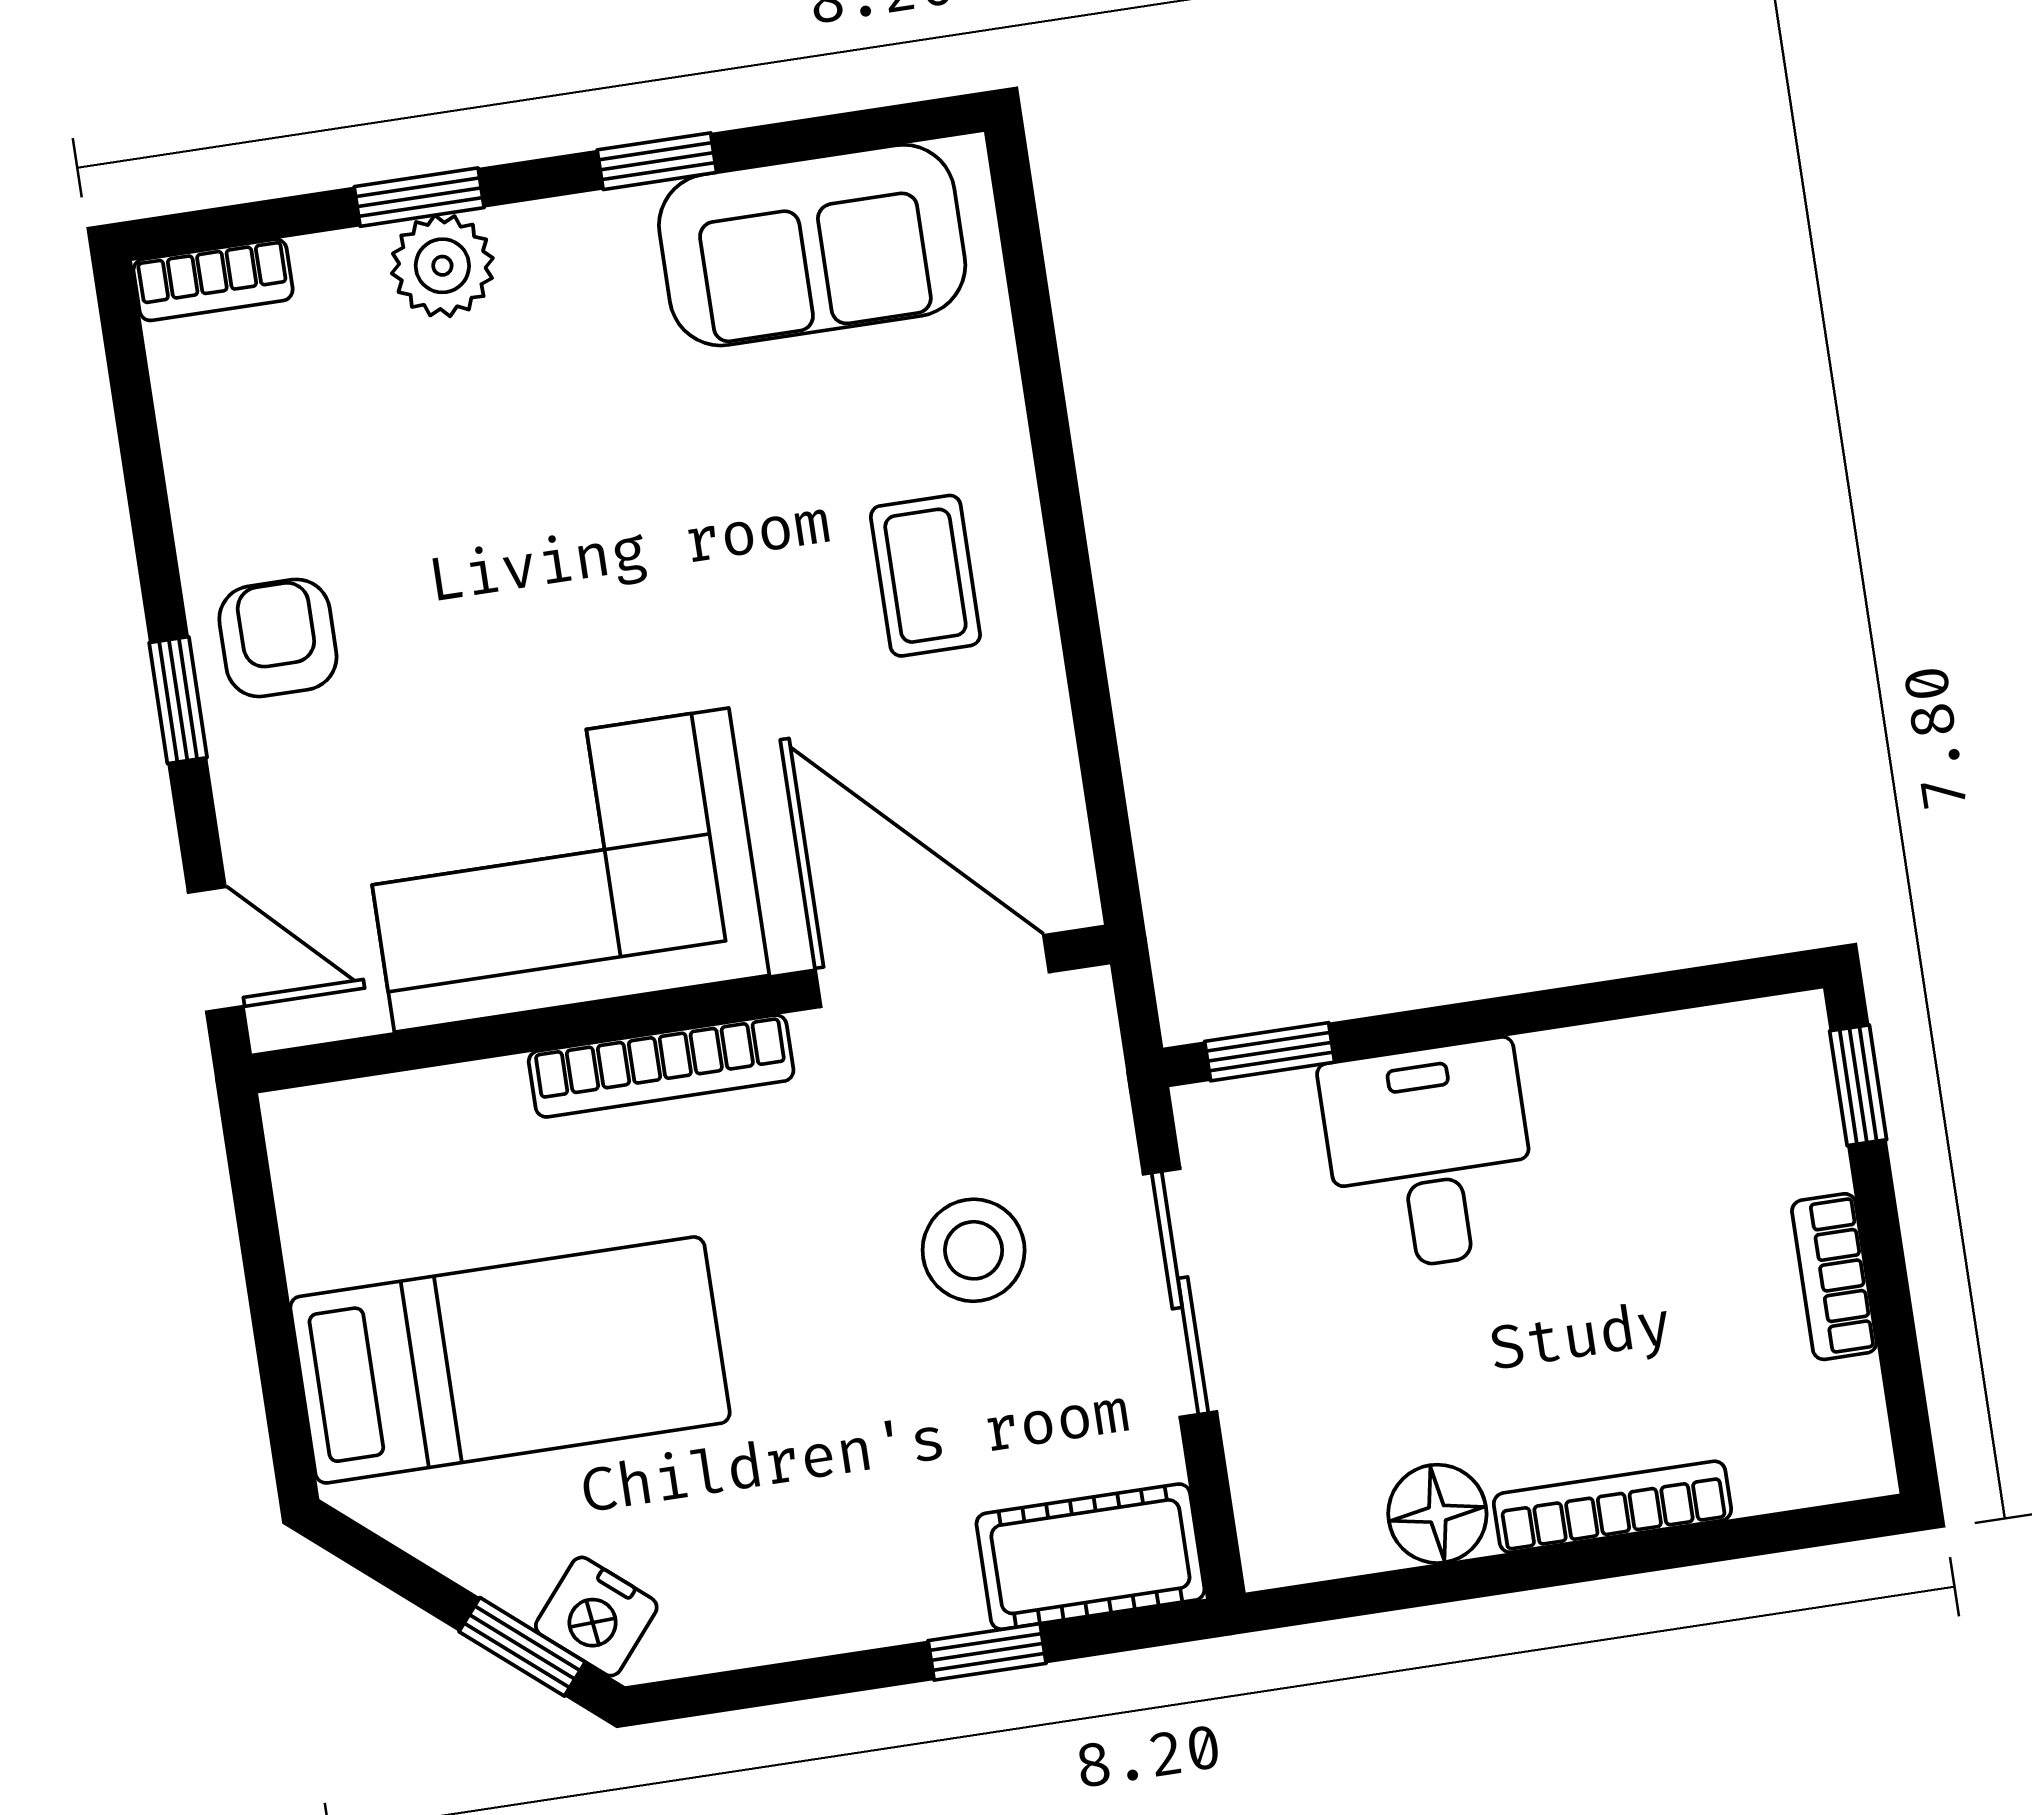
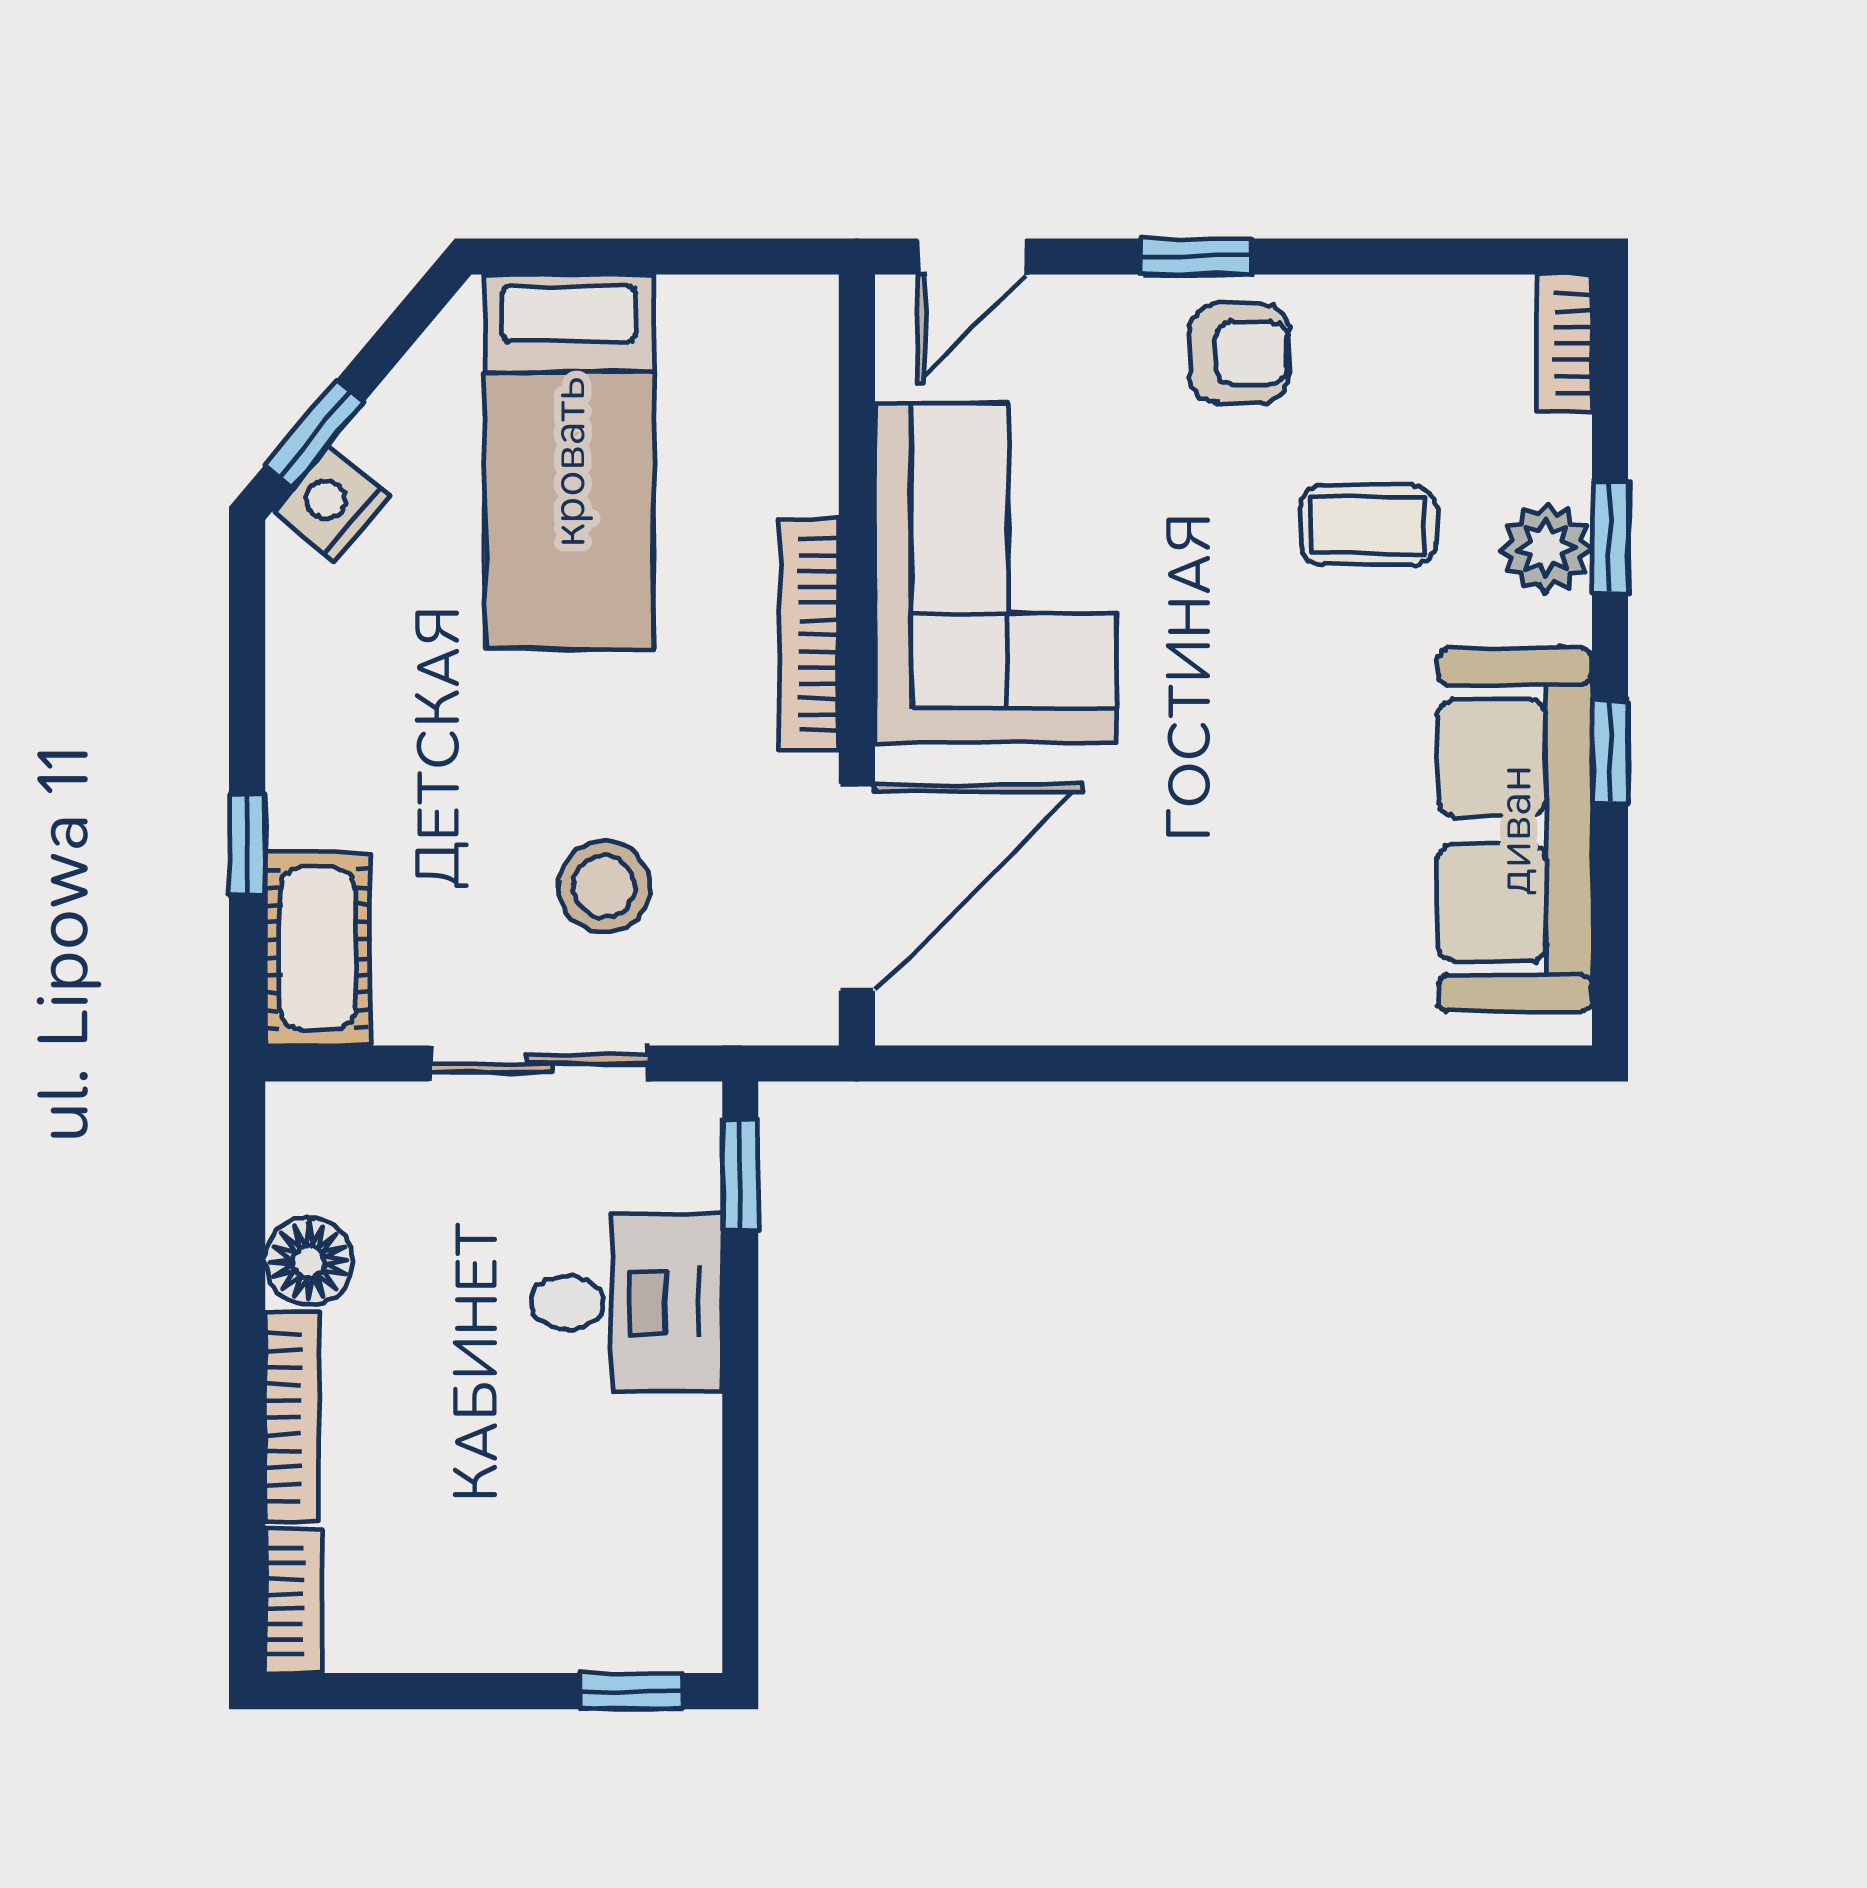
sofa: (812, 245) -> (1515, 830), width x1.36
coffee table: (925, 576) -> (1368, 525), moved
bookcase: (1834, 1277) -> (294, 1601), moved, turned 90

